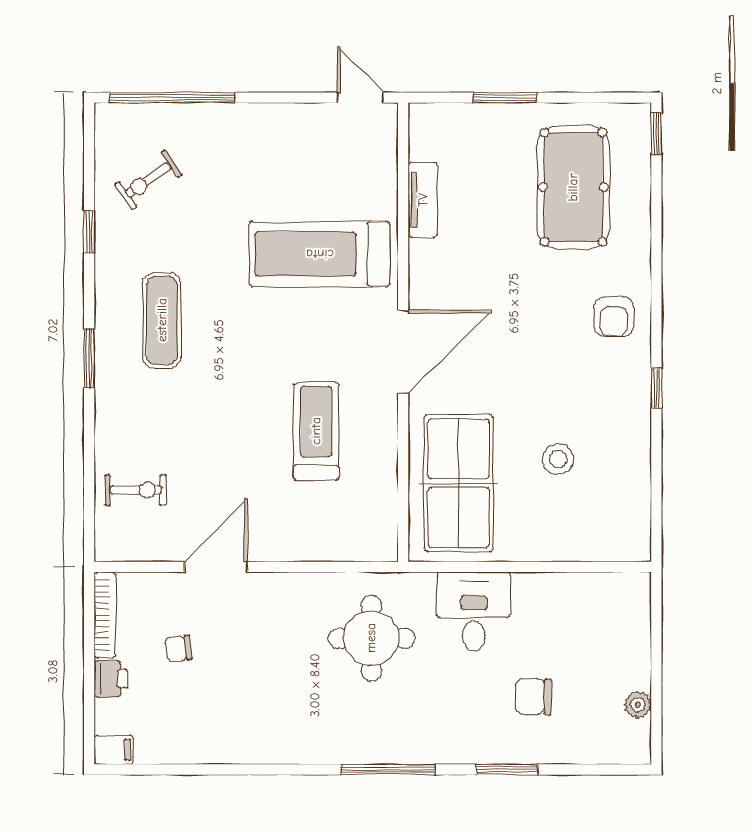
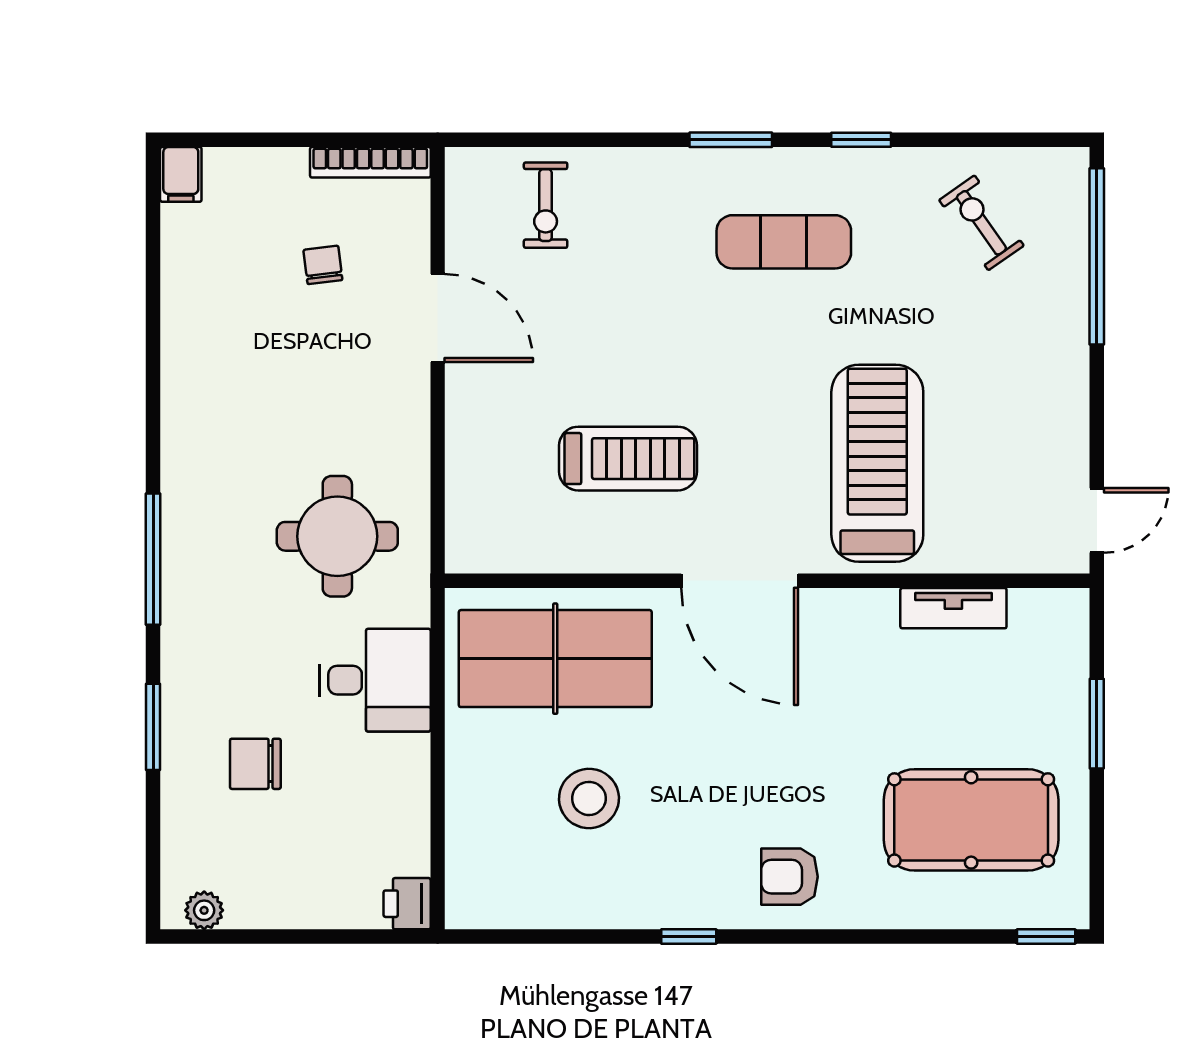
window: (89, 232) -> (861, 140), moved
stool: (558, 459) -> (589, 798), width x1.38, depth x1.38
printer: (111, 679) -> (407, 904), moved, turned 90
chair: (533, 697) -> (255, 764), turned -91
plant: (638, 705) -> (204, 910), moved

